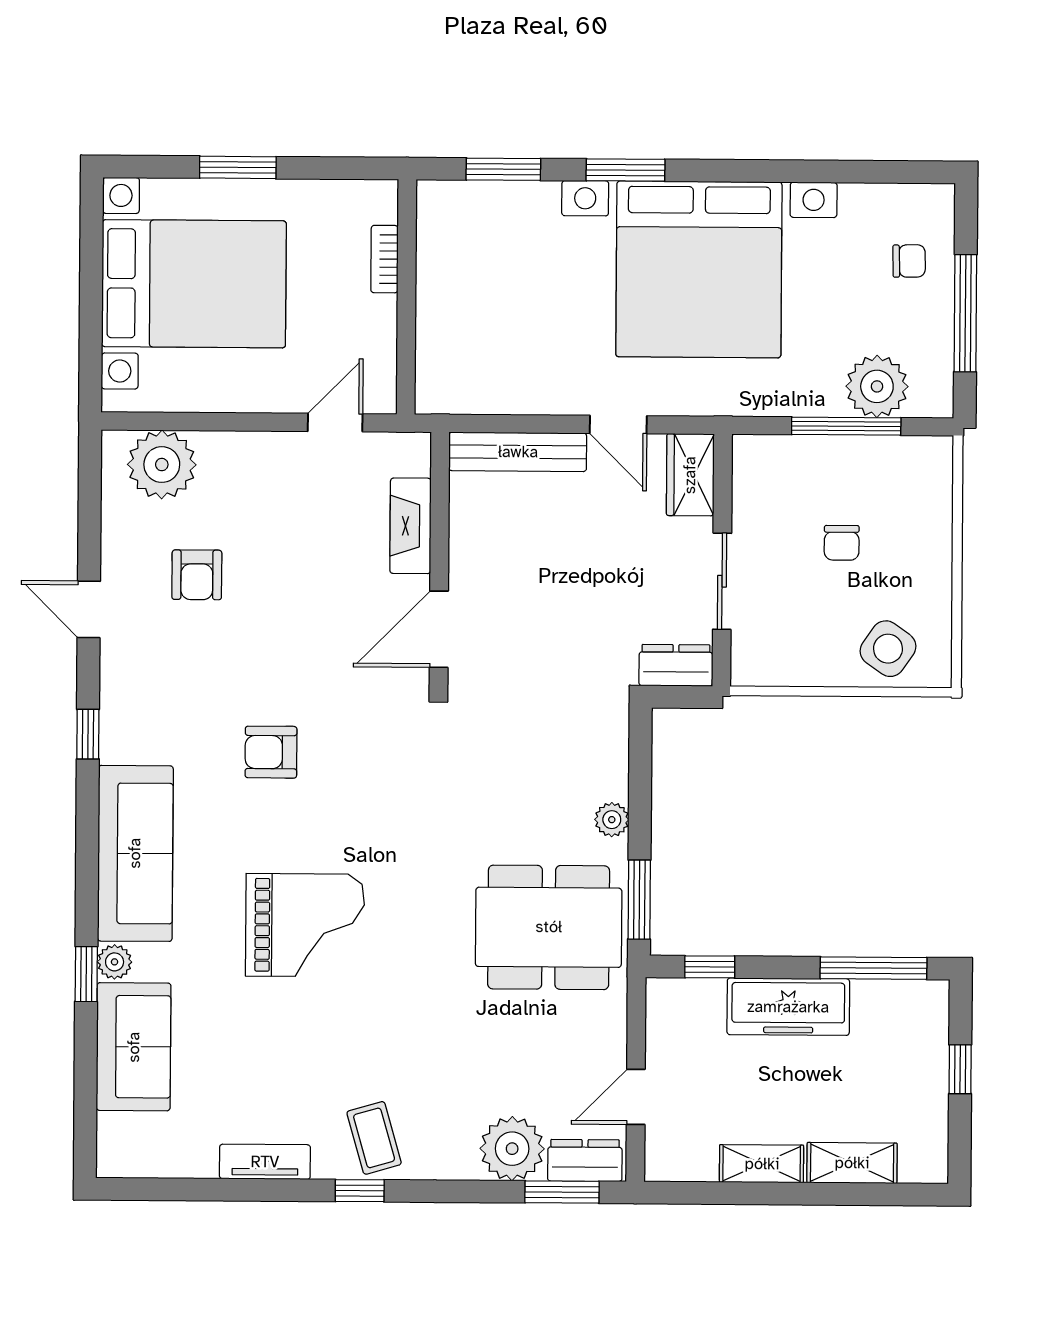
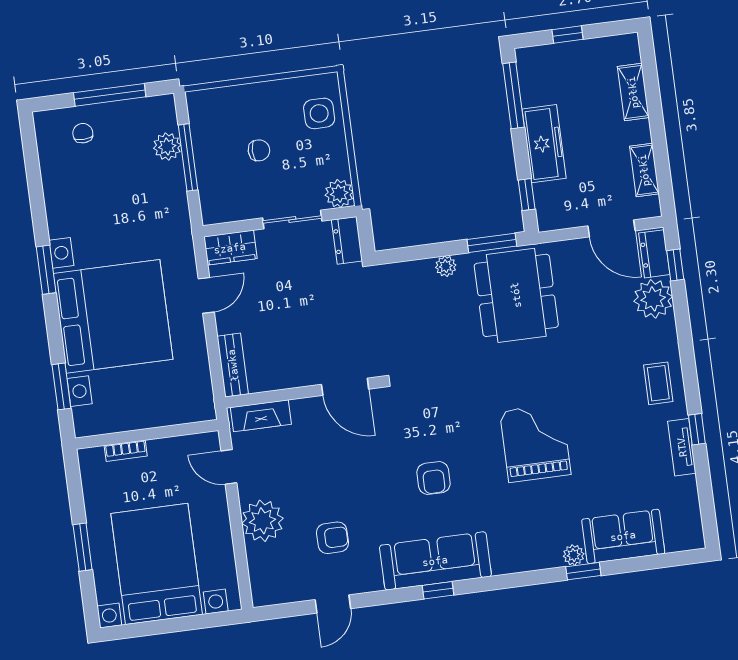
window: (625, 170) -> (46, 270), moved
bed with nightstands: (699, 269) -> (113, 316), moved
plant: (877, 386) -> (167, 146), width x0.73, depth x0.73
bench: (518, 452) -> (233, 365), width x0.73
plant: (162, 465) -> (262, 521), moved
fireplace: (411, 526) -> (261, 416), moved
door: (89, 609) -> (333, 604), moved
side table: (888, 649) -> (319, 113), turned -35
plant: (754, 663) -> (339, 194), added
sofa: (135, 853) -> (435, 561), moved
door: (636, 1097) -> (611, 228), width x1.37
coffee table: (374, 1138) -> (658, 383), turned -74
shelving: (762, 1164) -> (644, 170), moved
window: (360, 1191) -> (697, 429), moved
window: (562, 1192) -> (675, 265), width x0.67

